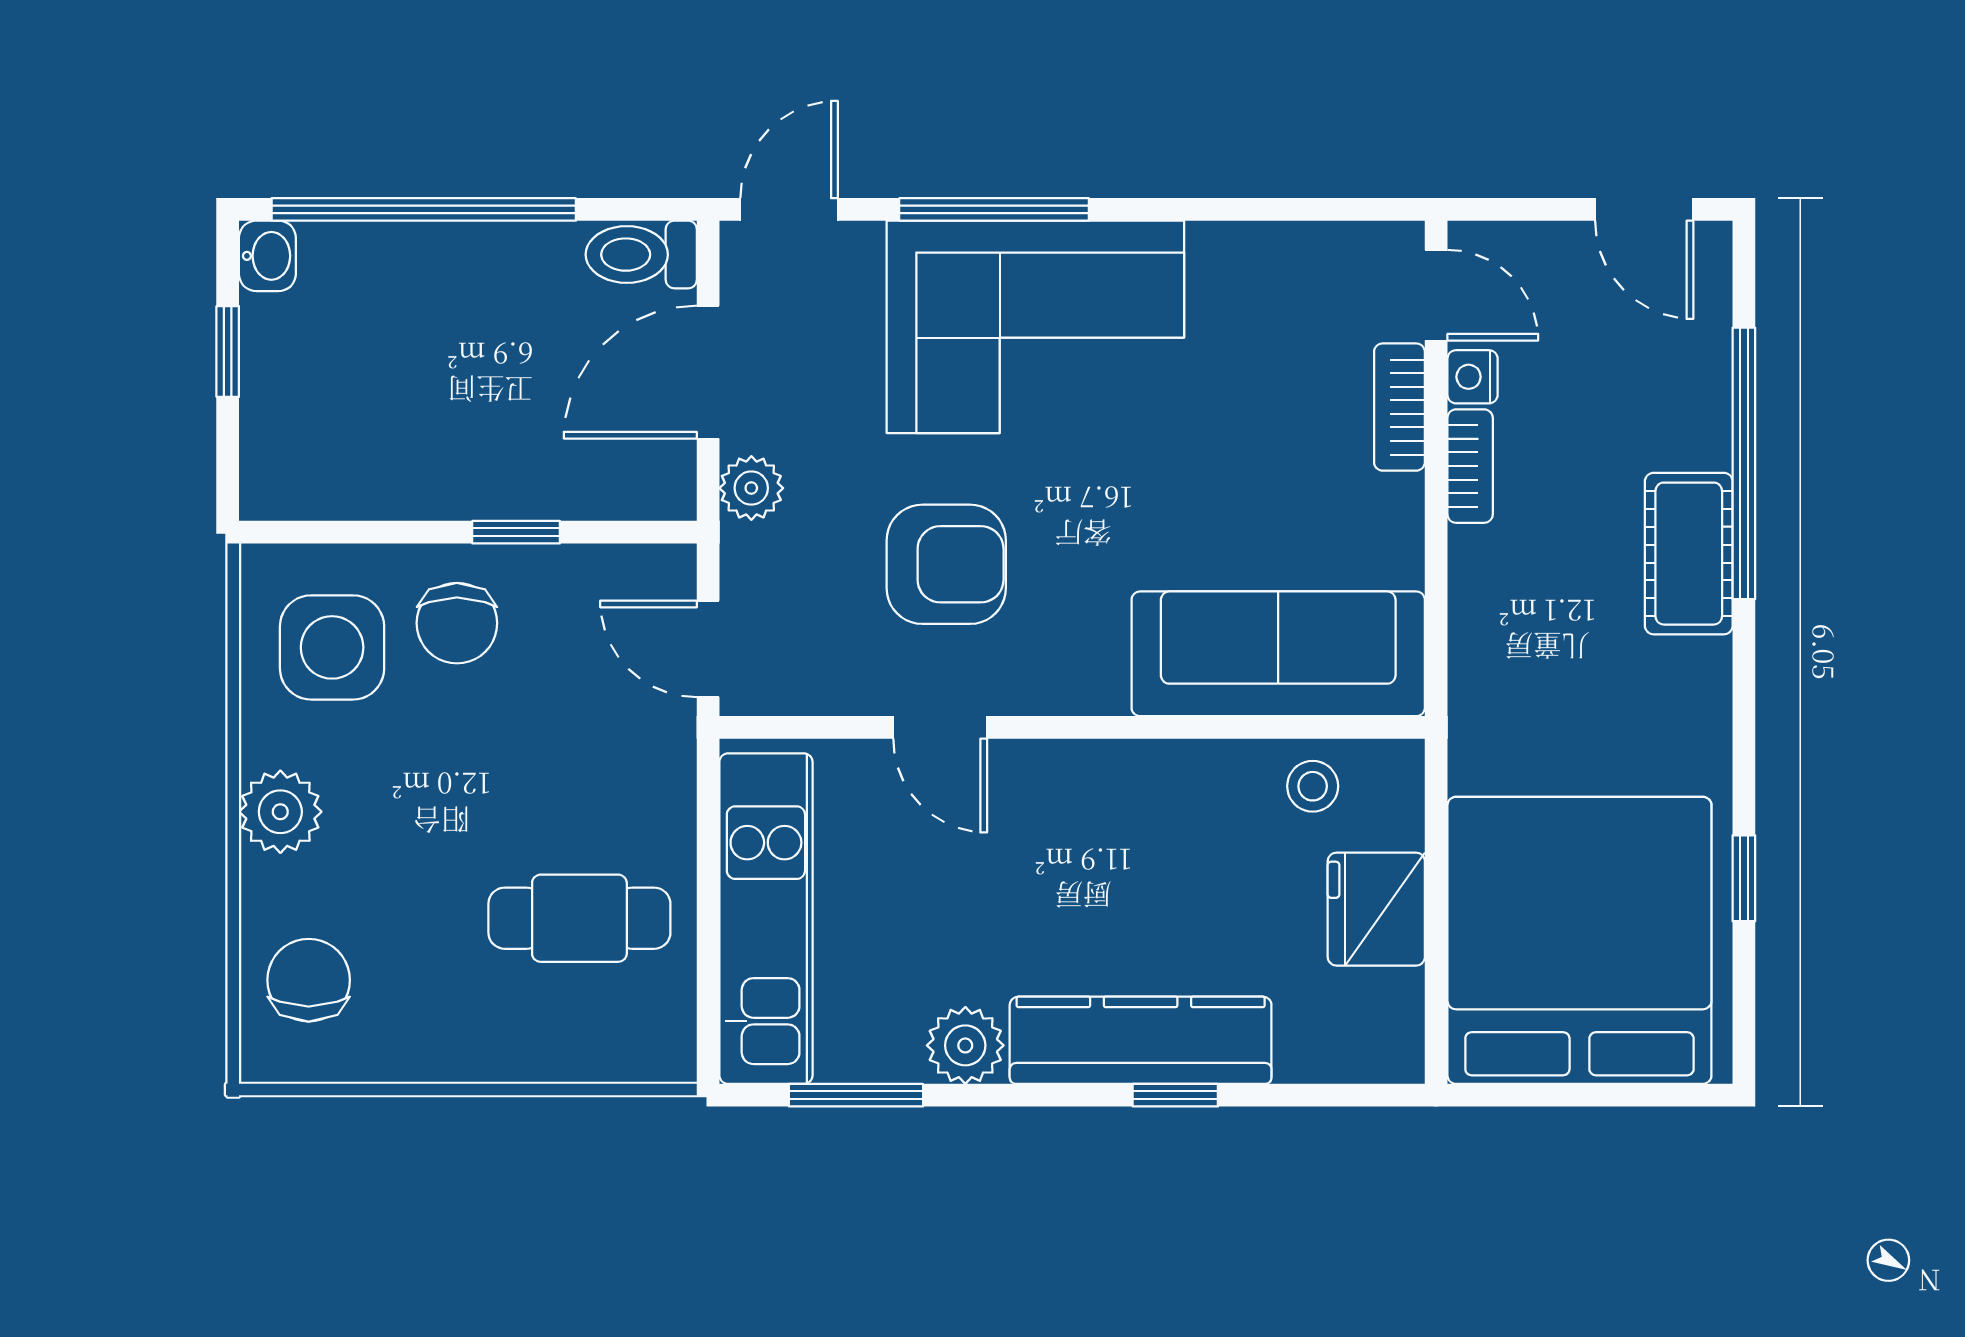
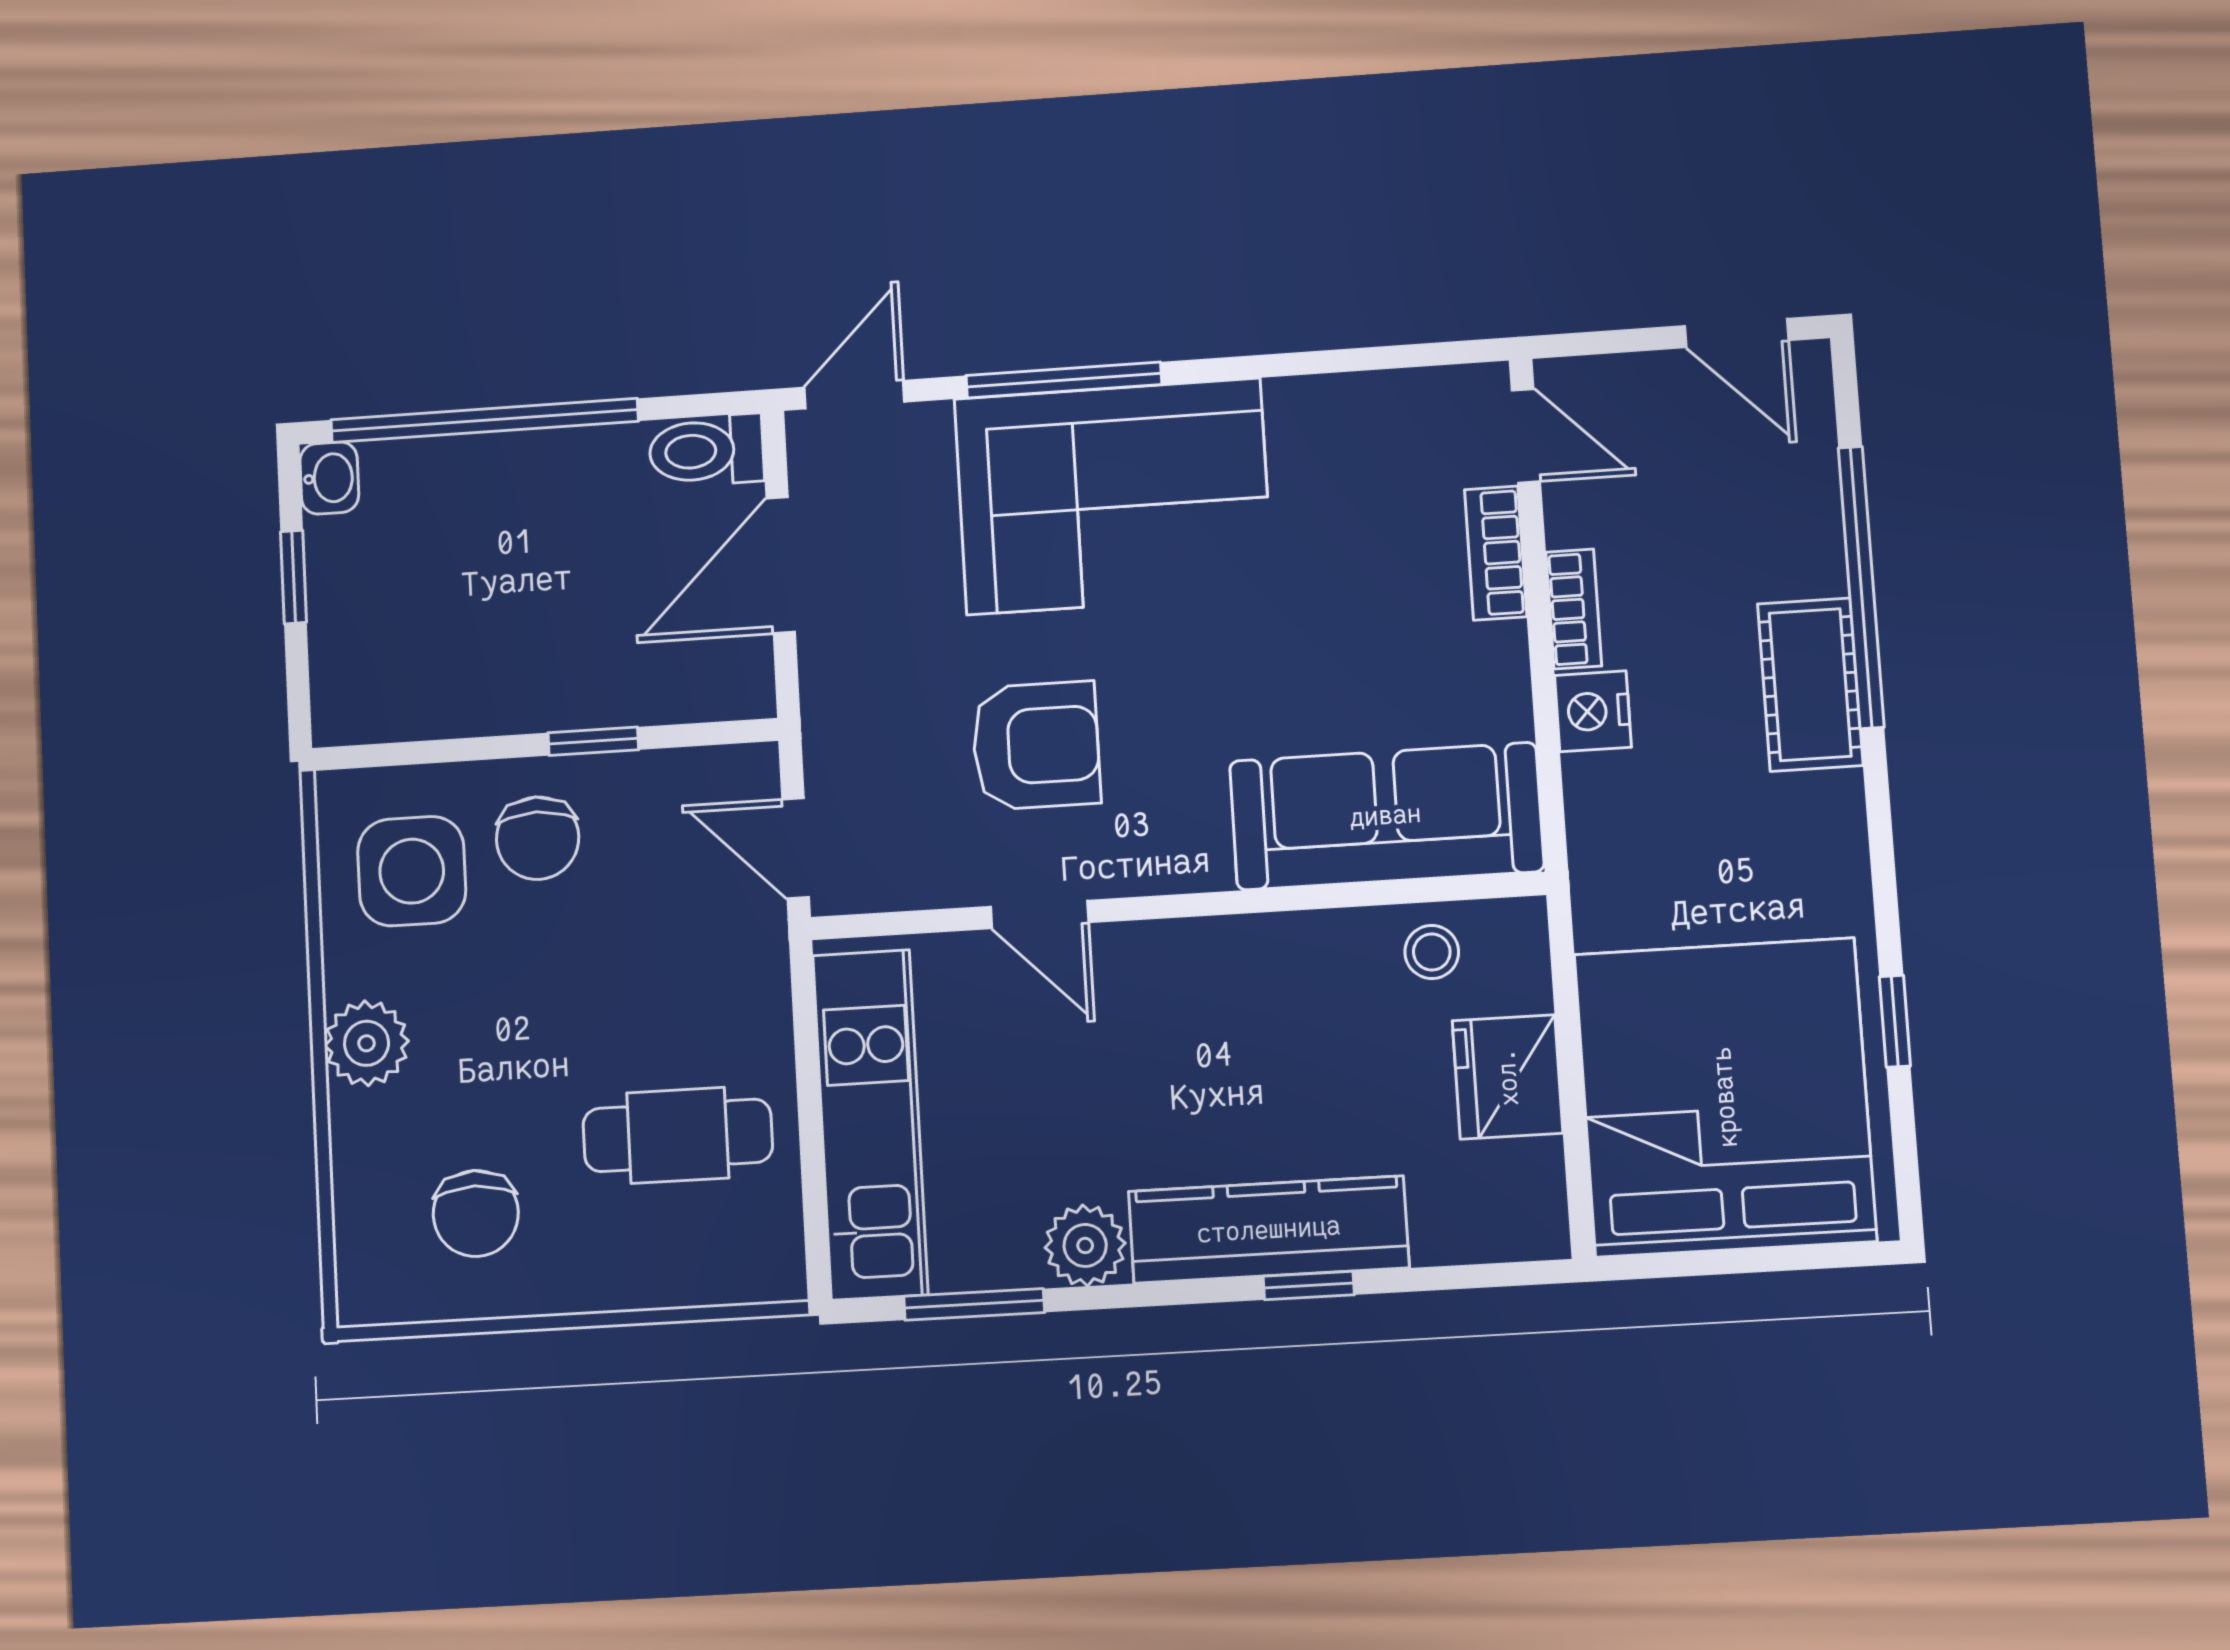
nightstand: (1473, 377) -> (1593, 711), moved, width x1.39, depth x1.35
plant: (751, 488) -> (831, 680), removed
chair: (309, 980) -> (476, 1213), moved, turned 180

